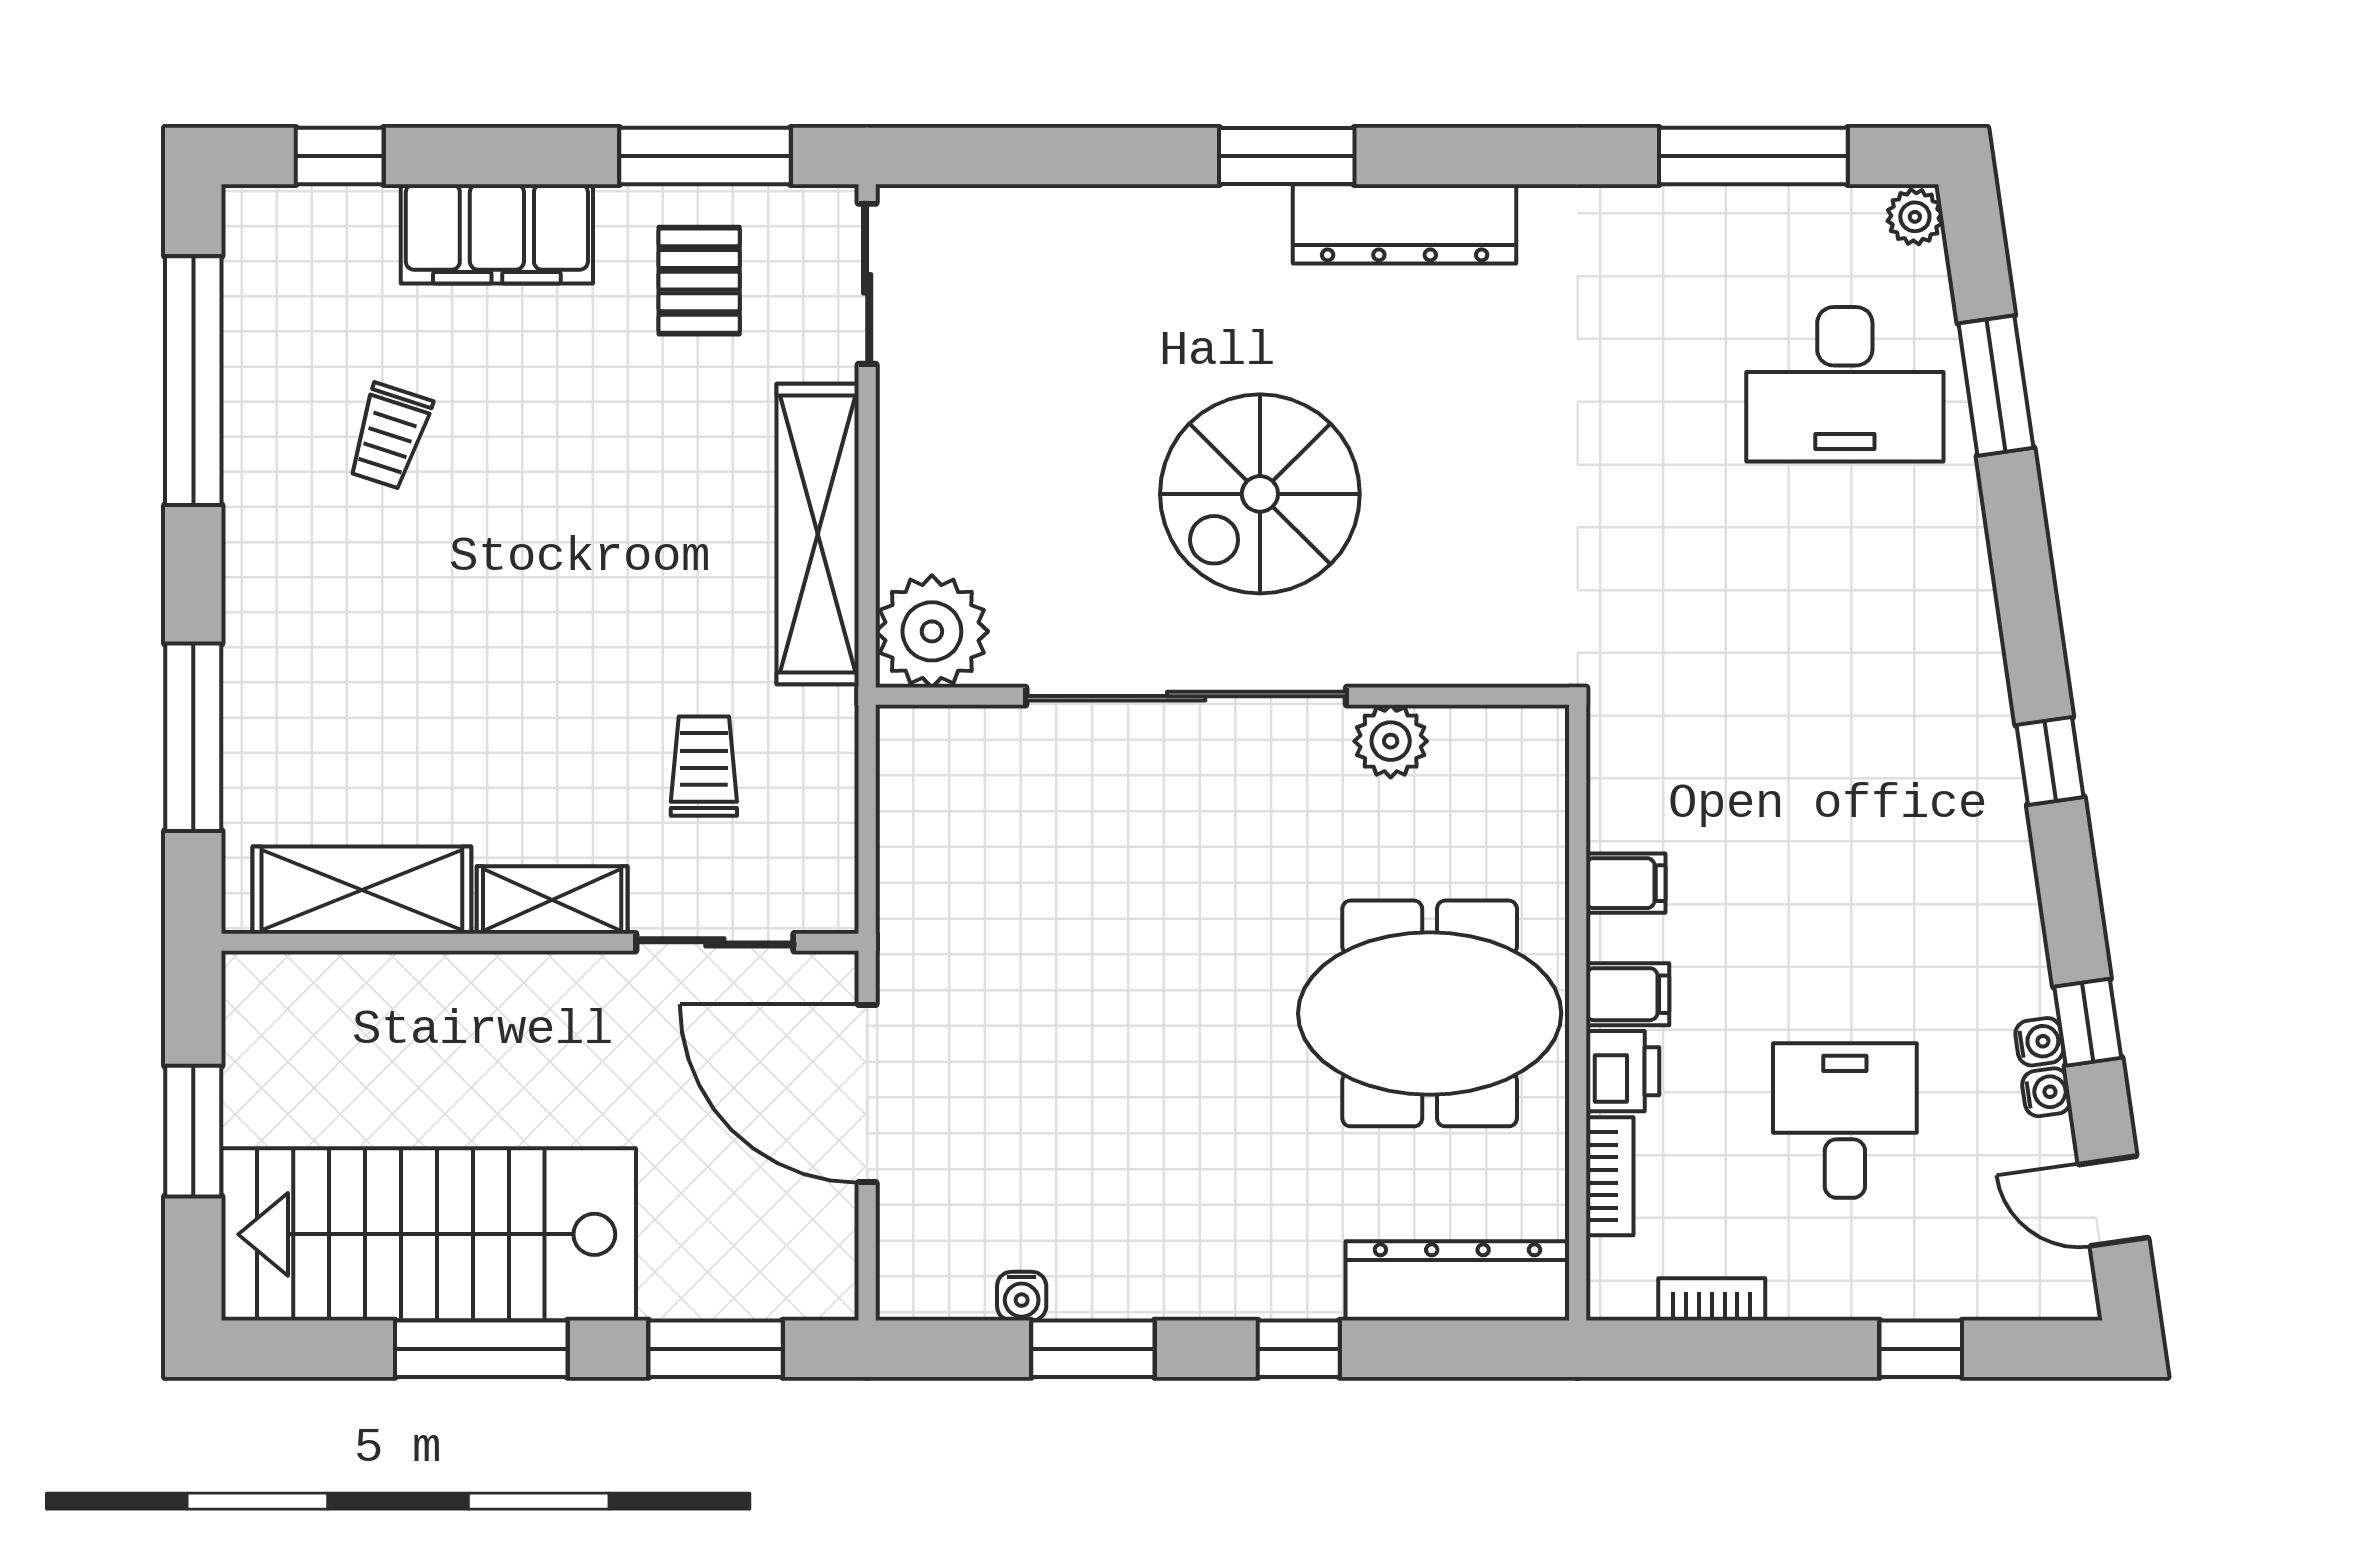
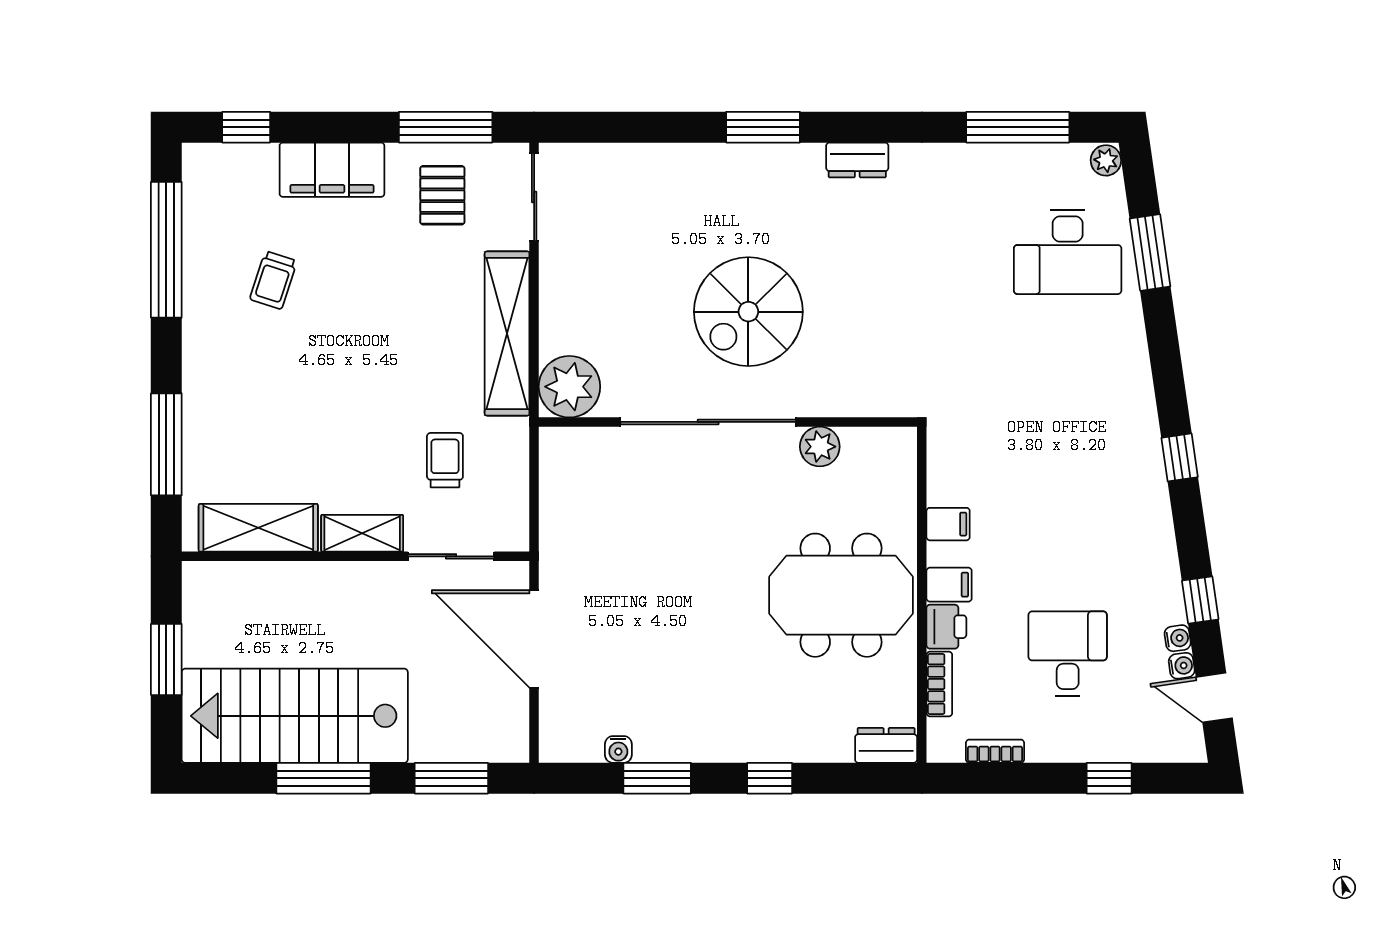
dresser: (1405, 224) -> (857, 160), width x0.51, depth x0.80
water cooler: (2039, 1042) -> (1182, 666), moved
dresser: (1457, 1281) -> (886, 745), width x0.51, depth x0.80

